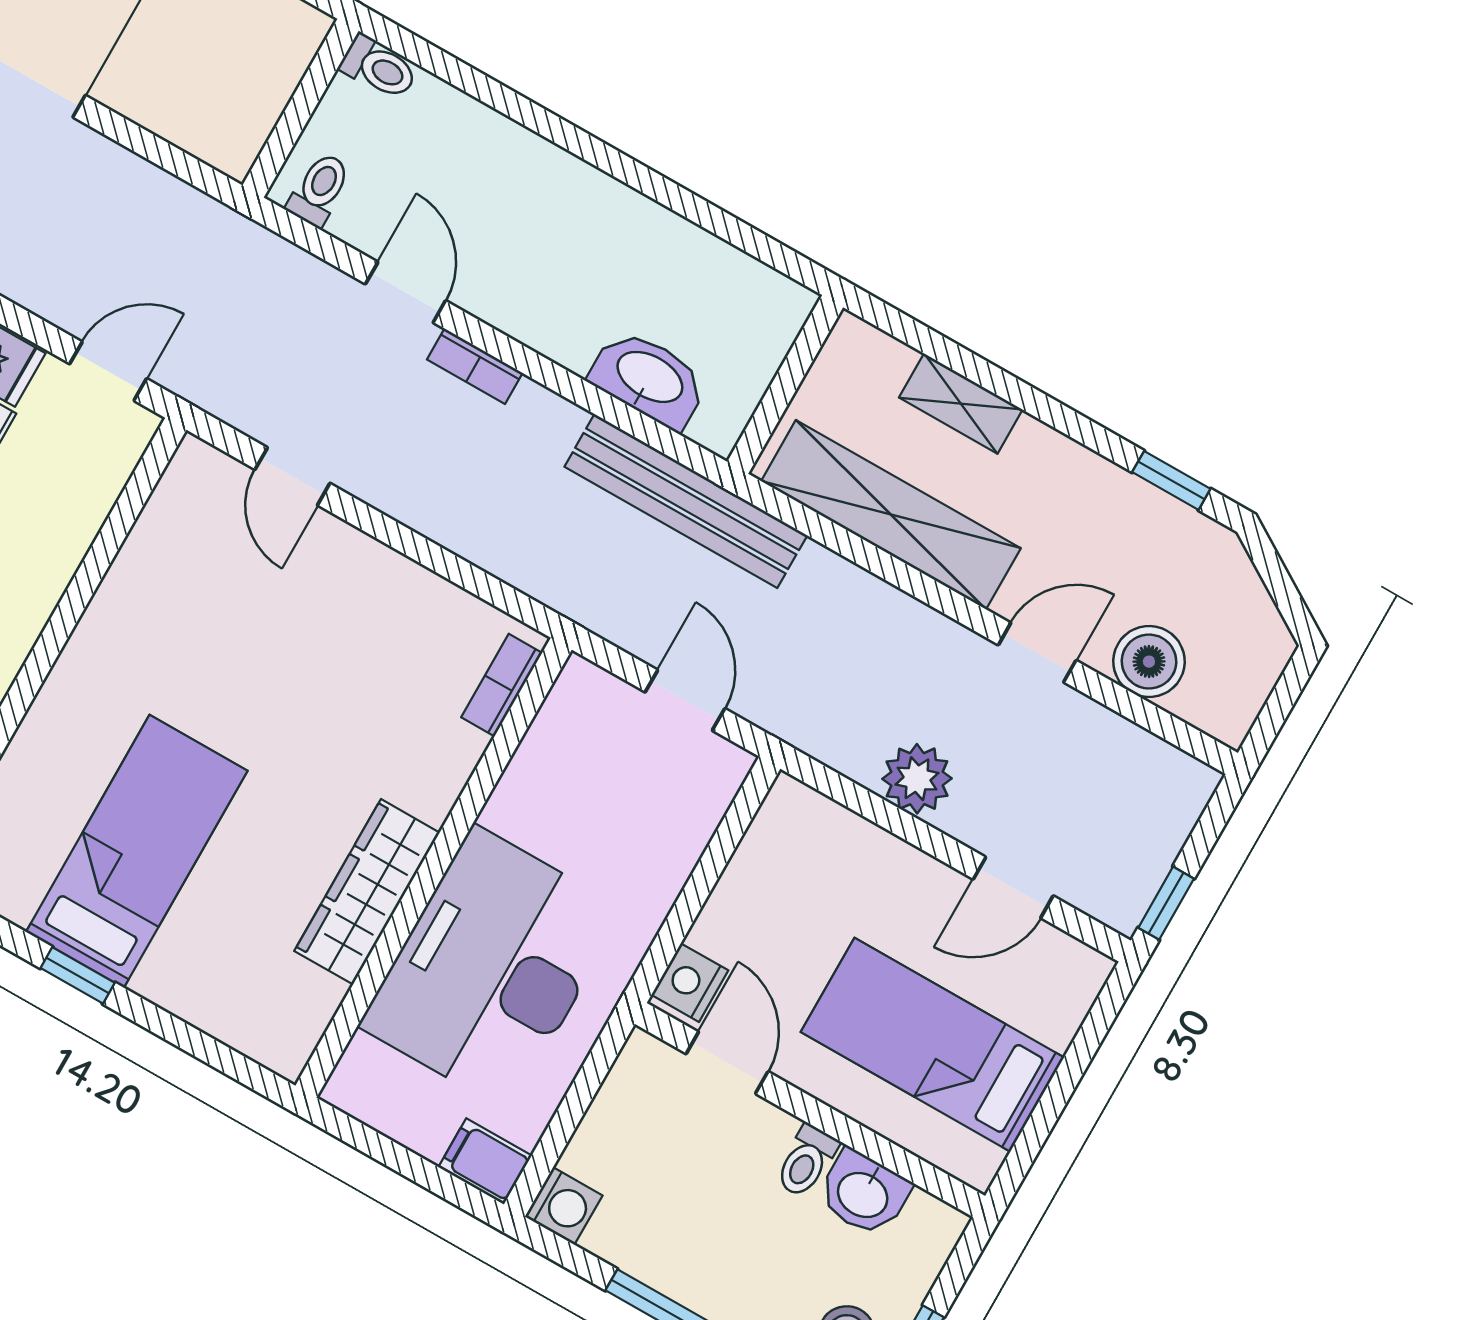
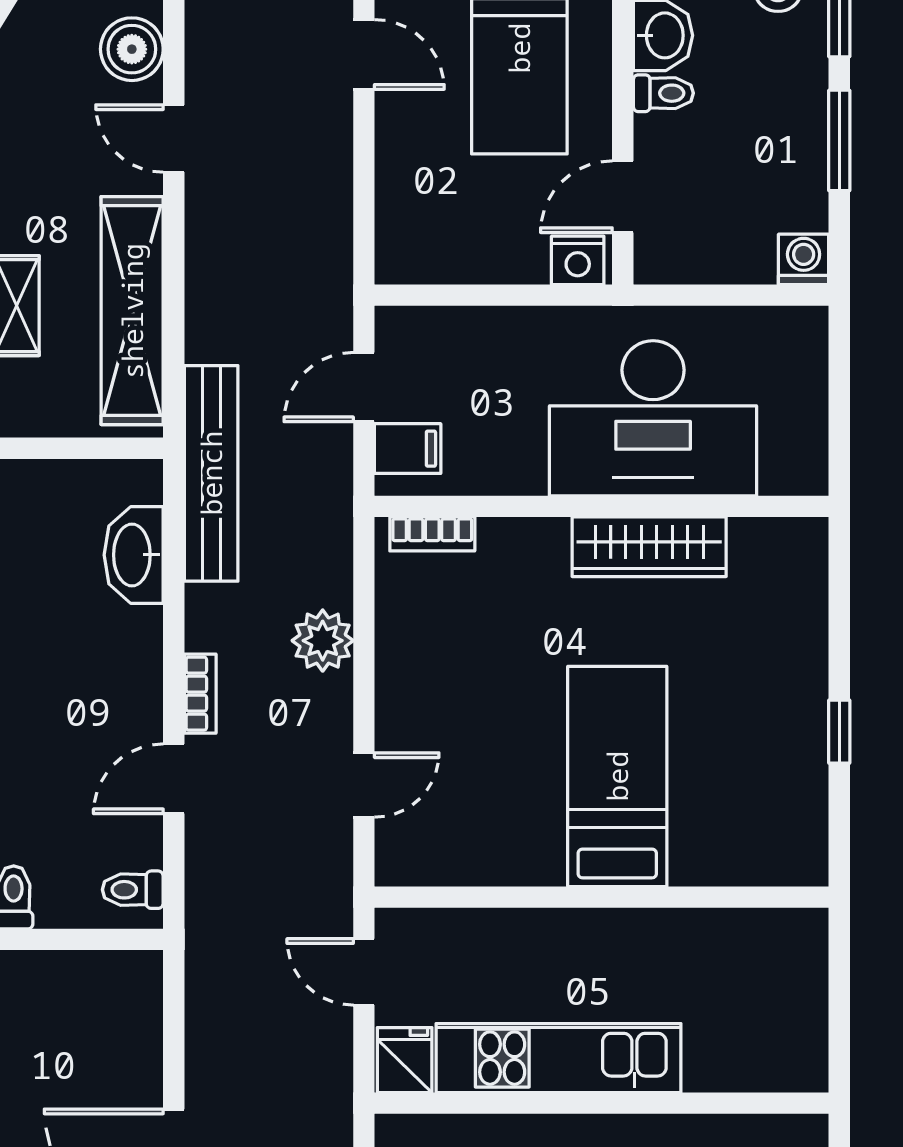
plant: (917, 779) -> (323, 641), moved
bed: (137, 851) -> (617, 776), moved, turned 90
filing cabinet: (485, 1161) -> (408, 449), moved, turned -90

